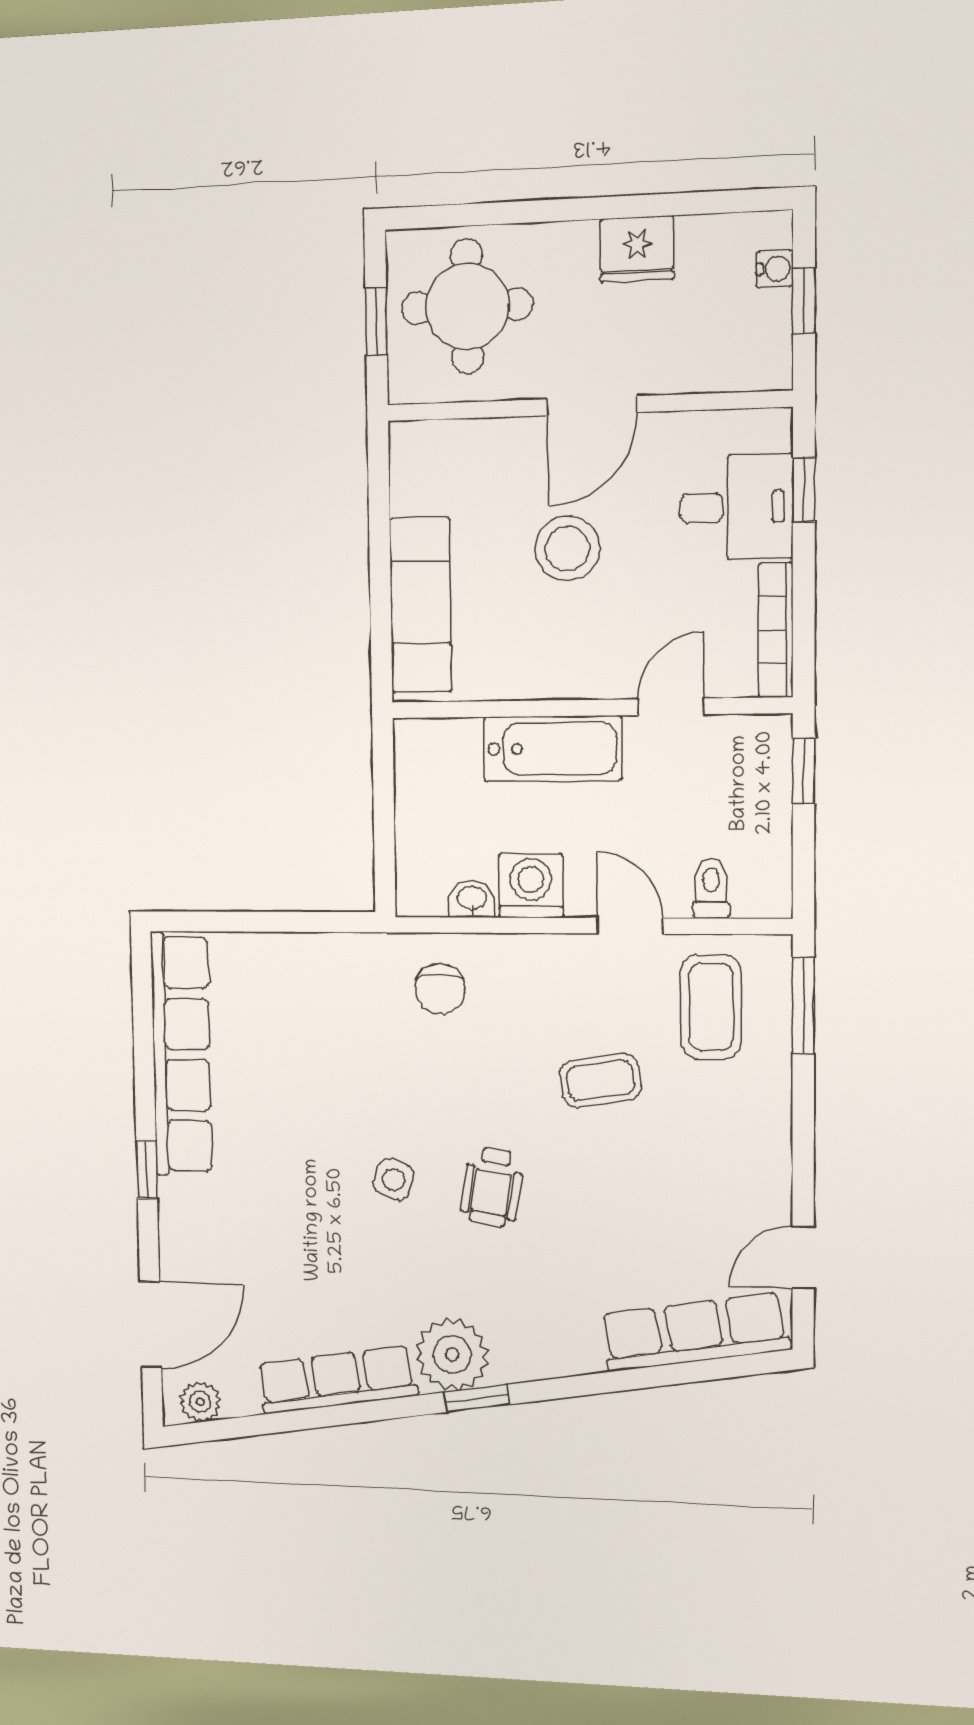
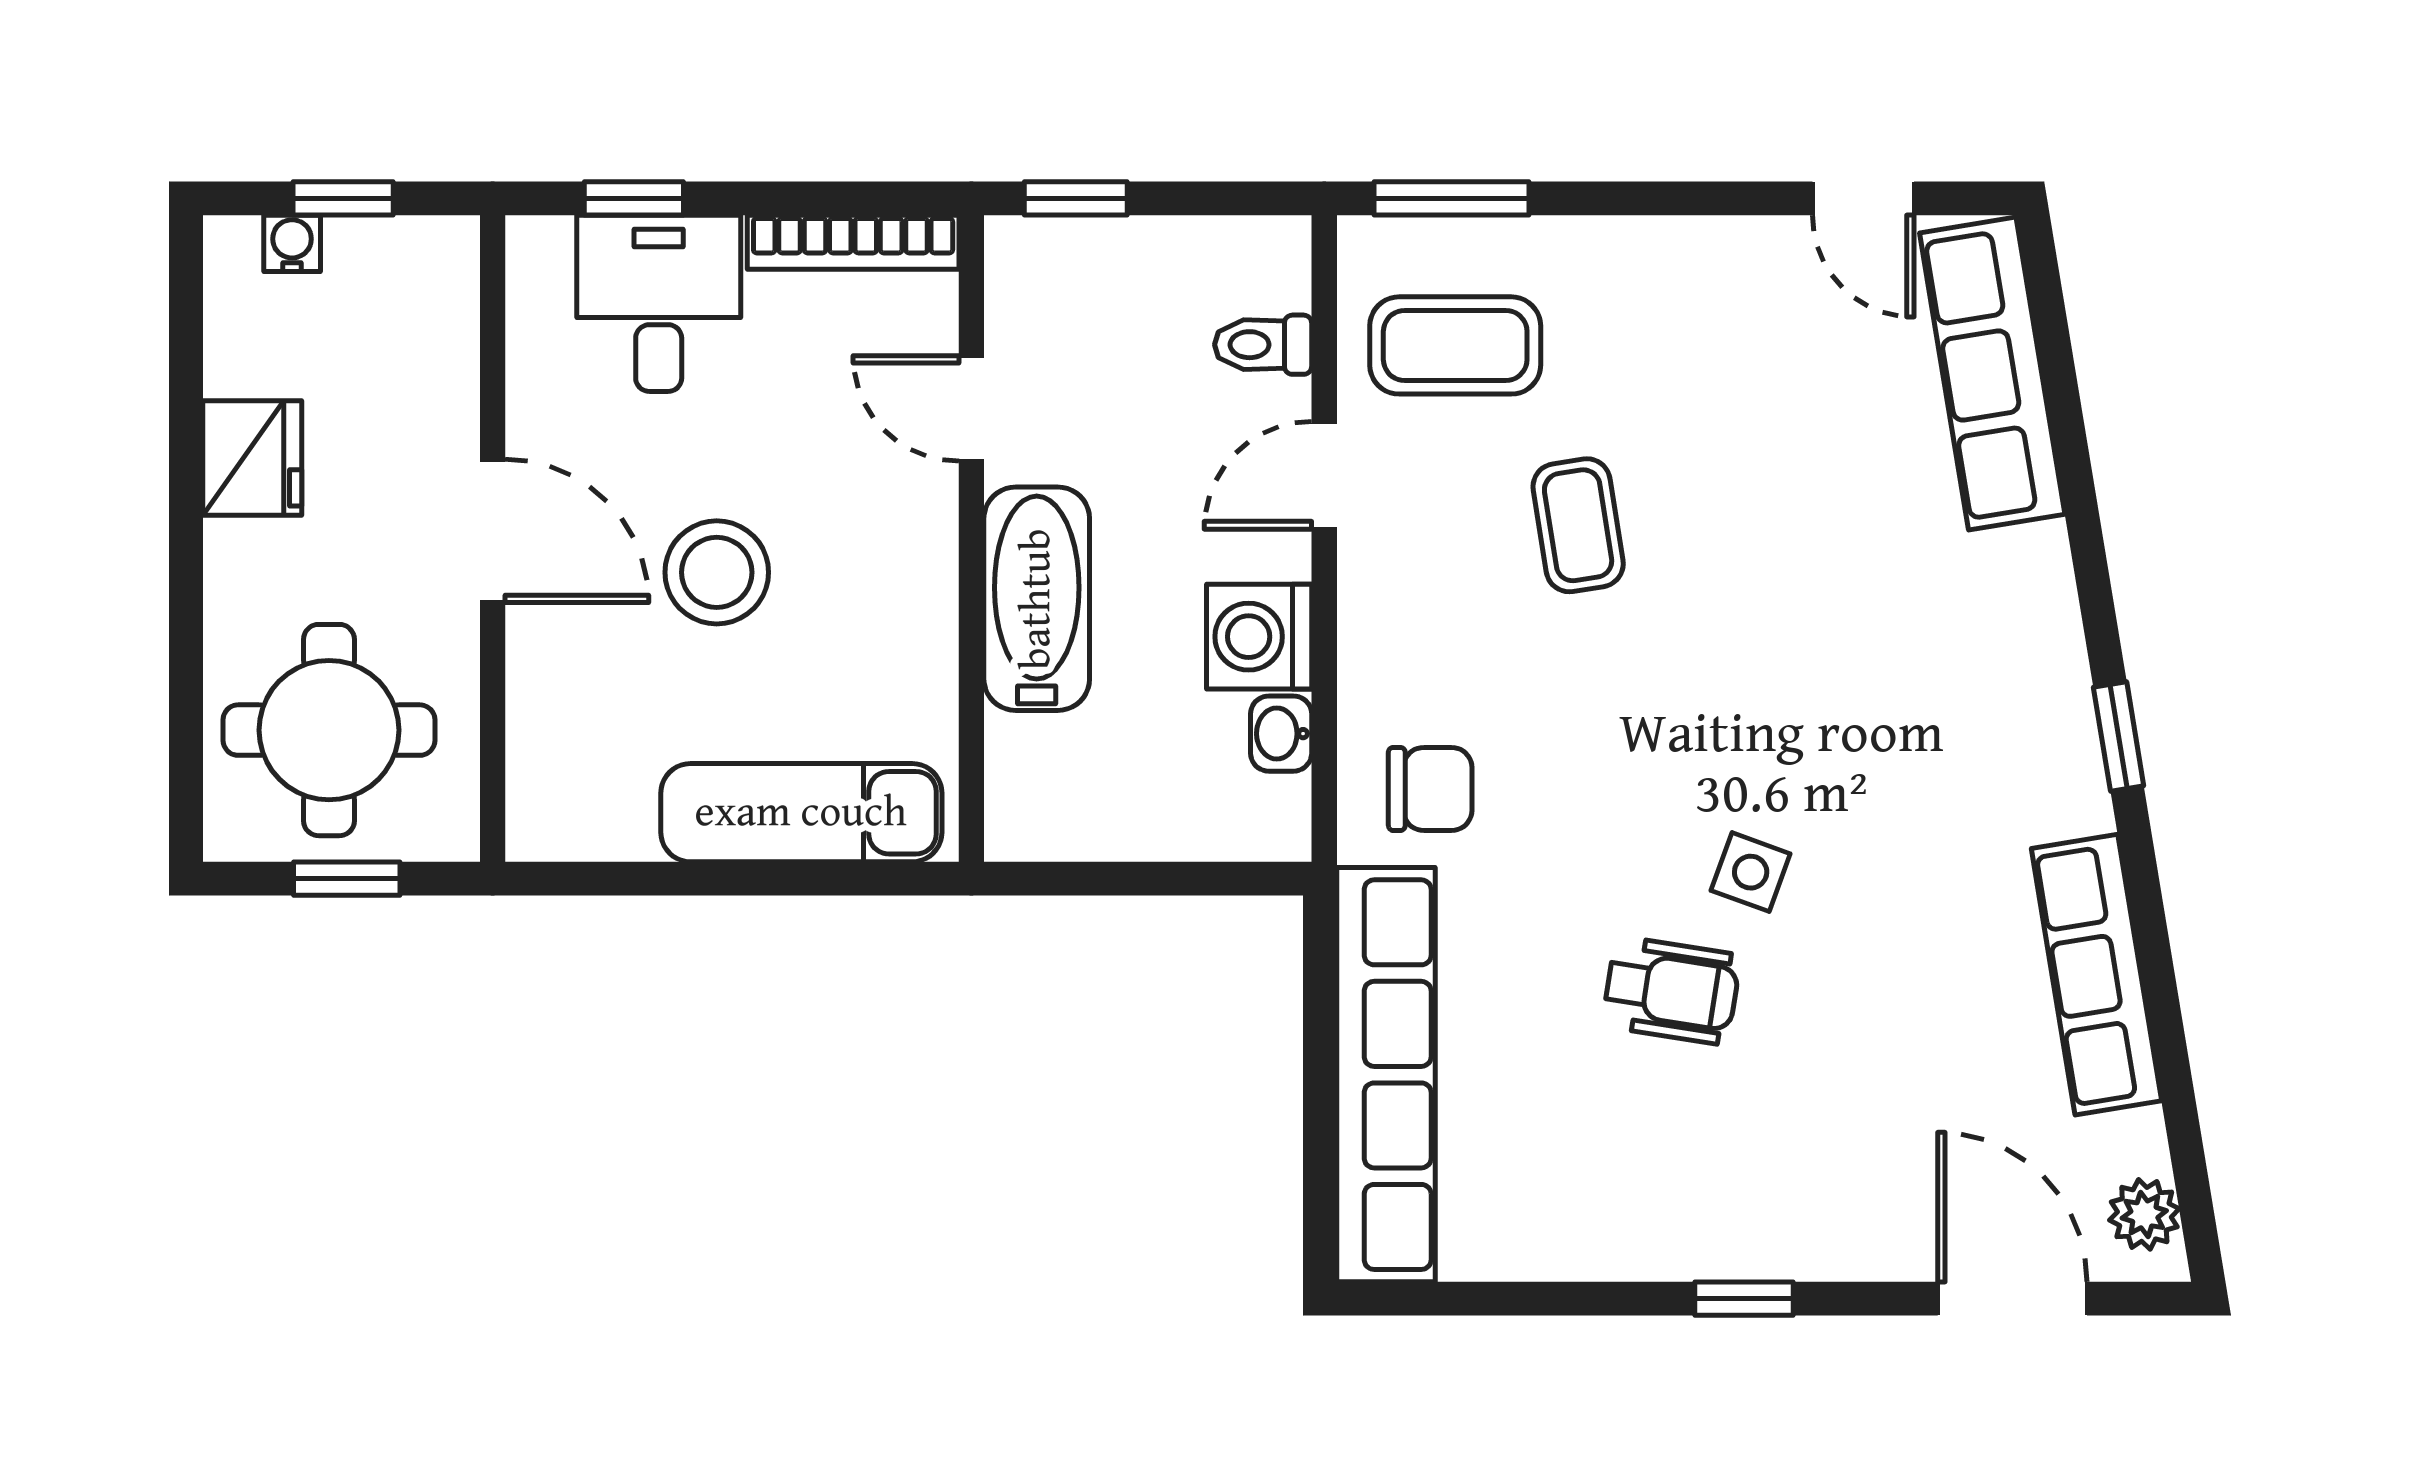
row of seats: (181, 1054) -> (1386, 1075), moved, turned 90
wheelchair: (492, 1187) -> (1671, 990), moved
plant: (452, 1355) -> (2045, 777), removed

